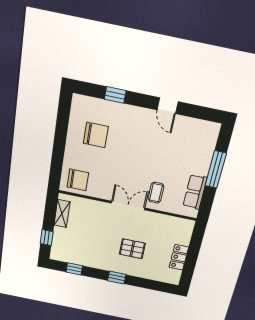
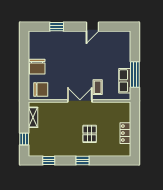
door: (168, 106) -> (92, 27), hinge flipped
chair: (96, 135) -> (37, 67), moved, turned 90
window: (216, 169) -> (135, 74), moved
pallet: (132, 249) -> (90, 134), turned 90

